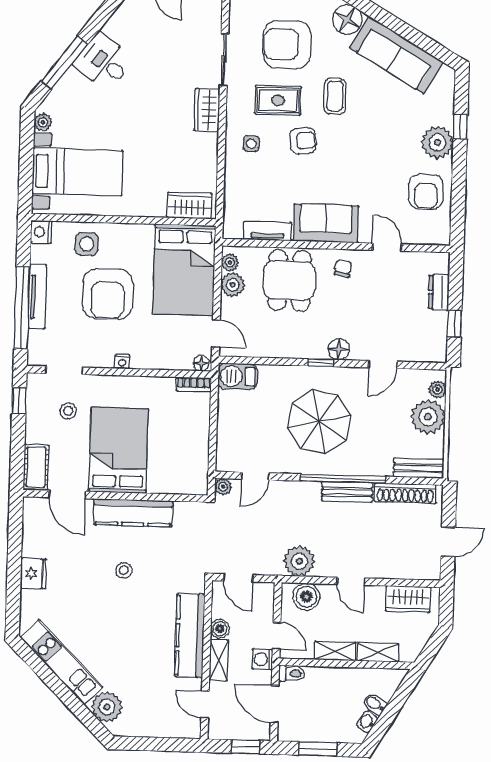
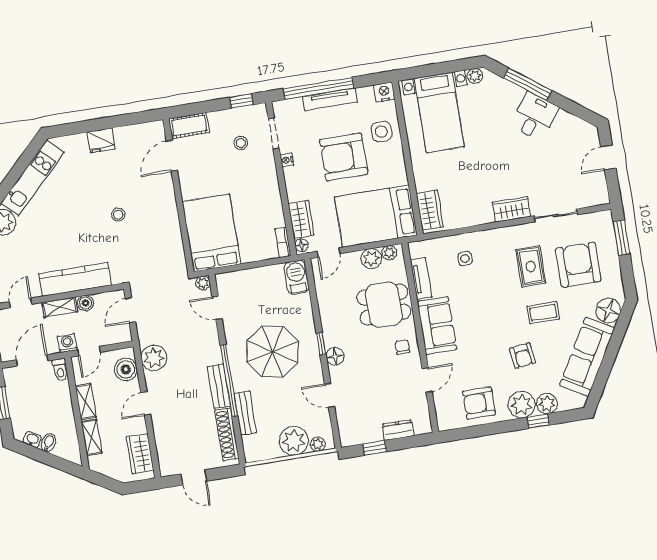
plant: (442, 113) -> (547, 404), added
armchair: (303, 141) -> (523, 356), moved
side table: (251, 144) -> (465, 259), moved
chair: (343, 268) -> (402, 347), turned -99
wardrobe: (171, 358) -> (301, 219), added
nightstand: (122, 362) -> (287, 160), moved
bed: (119, 450) -> (212, 233), moved, turned -90
bench: (419, 468) -> (245, 413), moved
kitchen counter: (133, 513) -> (167, 213), removed

